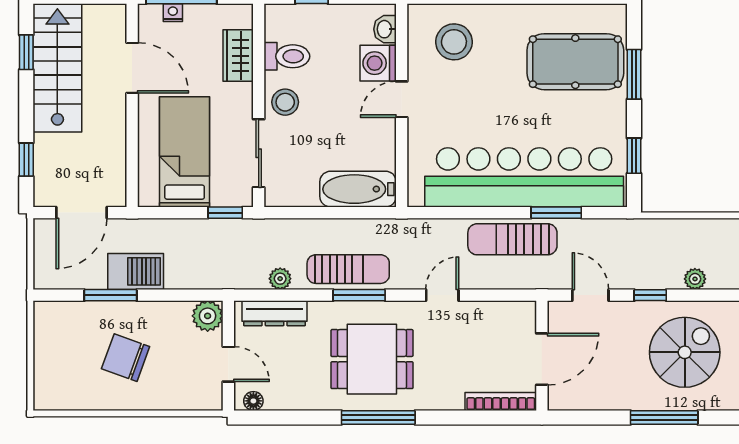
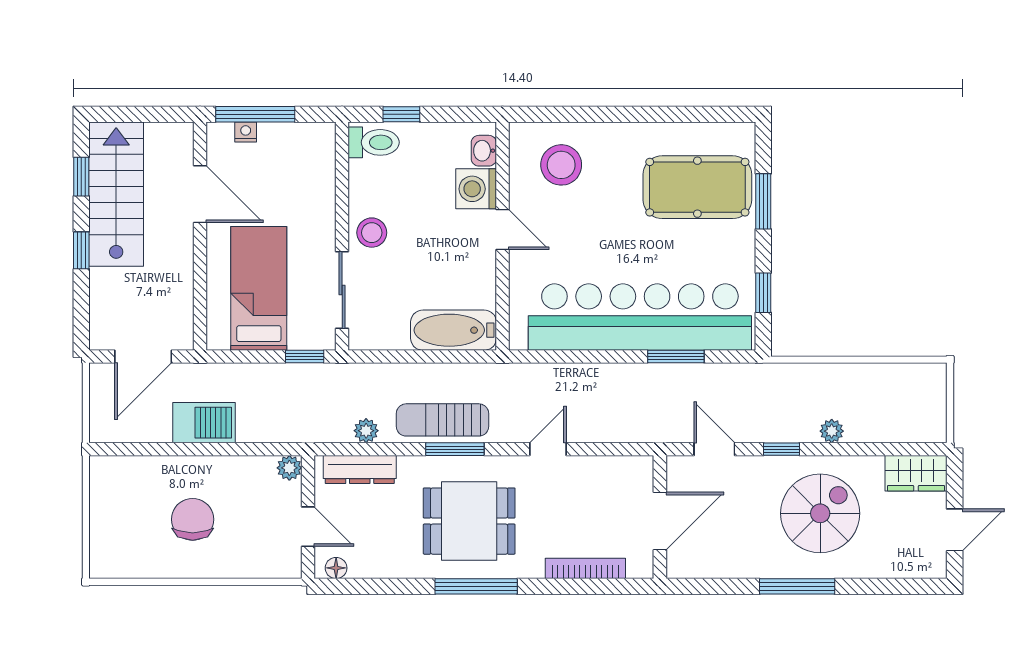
wardrobe: (238, 56) -> (319, 180), removed
toilet: (287, 56) -> (374, 142), moved
door: (402, 99) -> (503, 229), swing flipped
window: (26, 160) -> (81, 250), moved
sun lounger: (512, 239) -> (627, 387), removed
sun lounger: (348, 269) -> (443, 420), turned 180
window: (111, 295) -> (176, 449), removed
plant: (208, 316) -> (289, 468), width x0.73, depth x0.73
chair: (126, 358) -> (193, 519), turned 70
bookcase: (501, 401) -> (585, 568), moved

